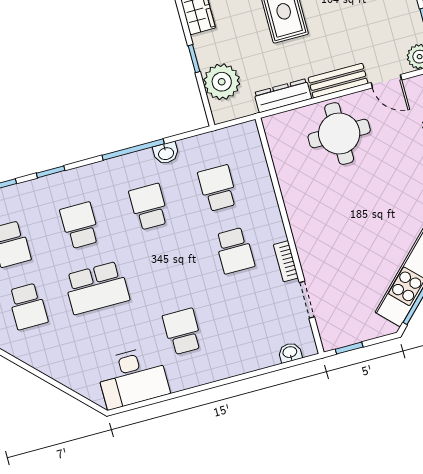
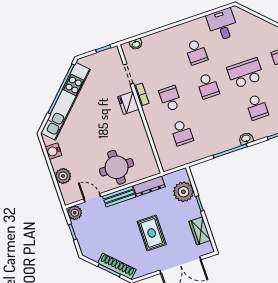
washbasin: (166, 153) -> (246, 139), moved
school desk: (149, 207) -> (208, 86), moved
fridge: (311, 248) -> (128, 103), added
desk: (132, 377) -> (222, 25), width x0.73

